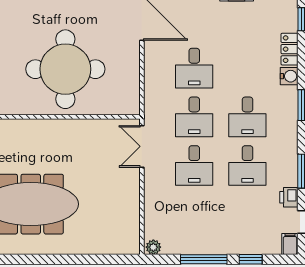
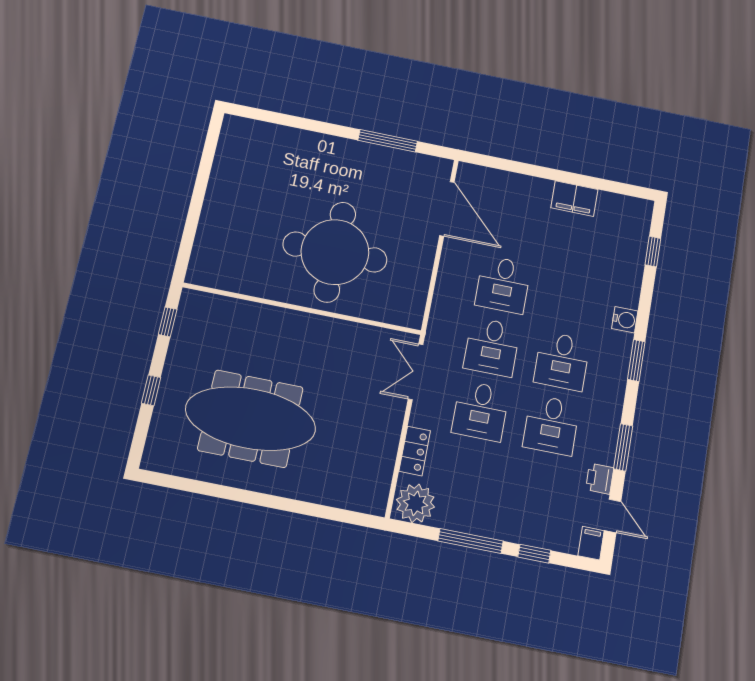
locker: (289, 49) -> (415, 451), moved, turned 180
plant: (153, 247) -> (416, 503), width x1.88, depth x1.88

